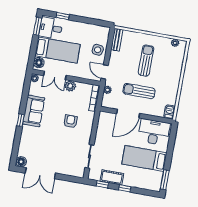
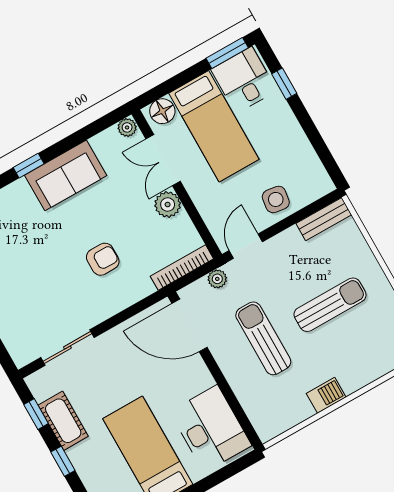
barbecue: (169, 112) -> (326, 395), moved
door: (128, 114) -> (190, 325), moved

